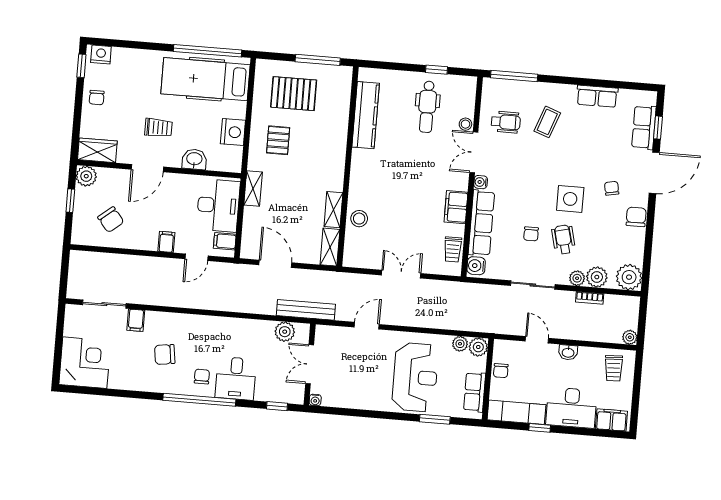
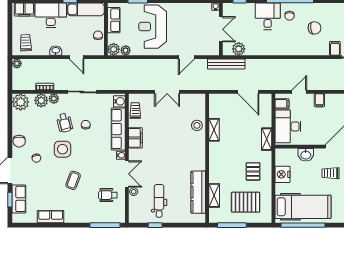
coffee table: (547, 122) -> (73, 180), moved
shelving: (330, 247) -> (214, 195), moved

